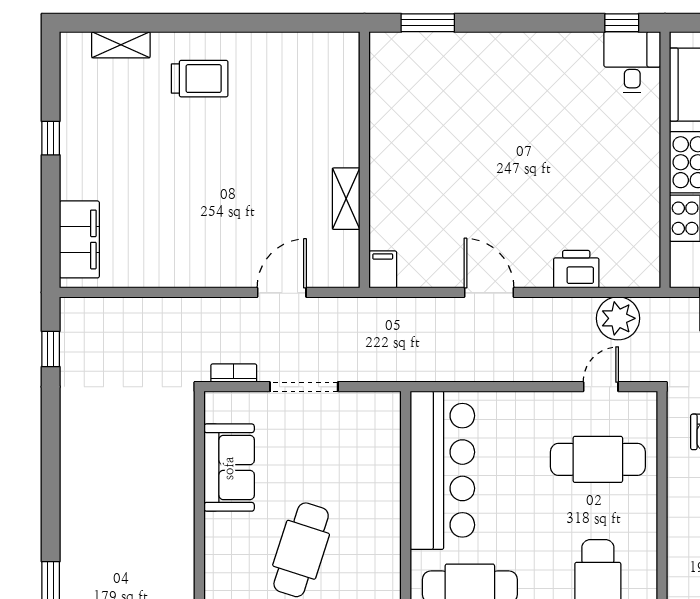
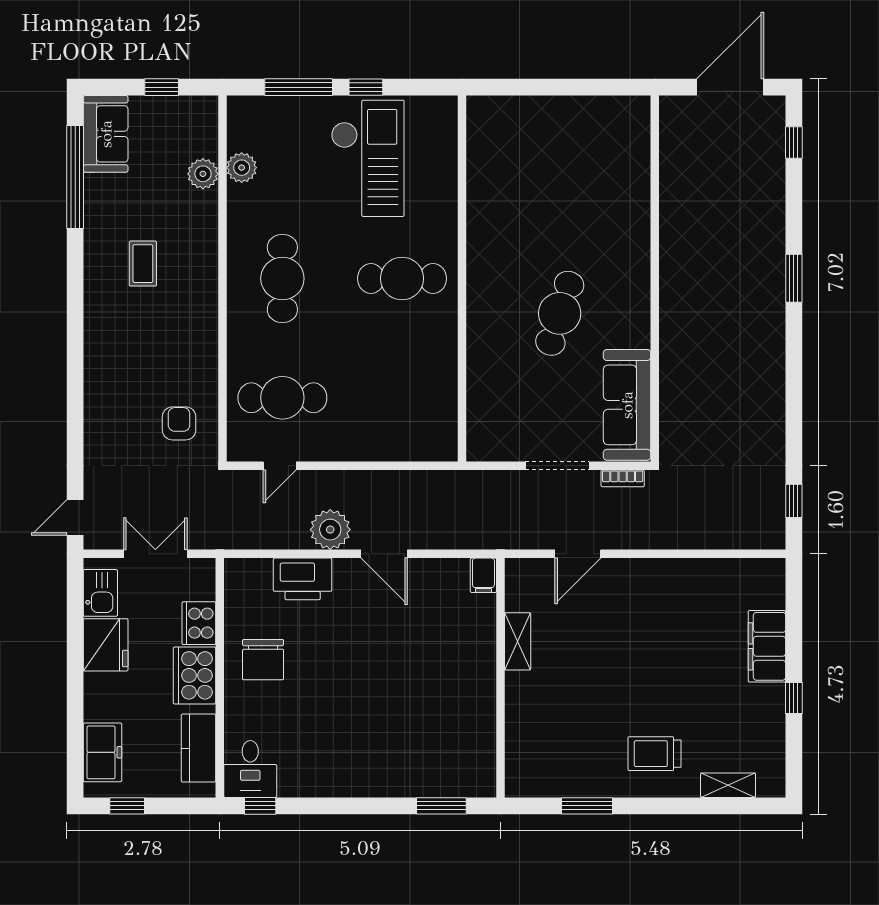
window: (272, 23) -> (587, 806), added
chair: (619, 179) -> (263, 660), added
filing cabinet: (79, 239) -> (767, 646), moved
printer: (576, 269) -> (303, 579), width x1.37, depth x1.19
plant: (618, 318) -> (330, 530), moved
sofa: (229, 468) -> (627, 405), width x1.36
bar counter: (442, 470) -> (428, 388), removed

